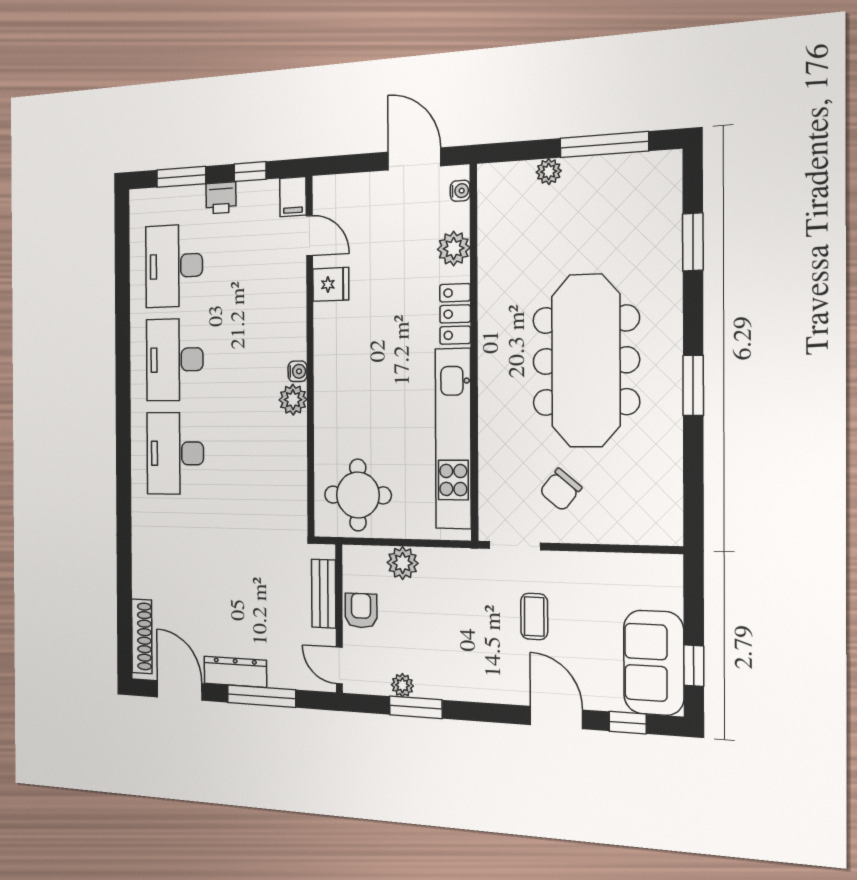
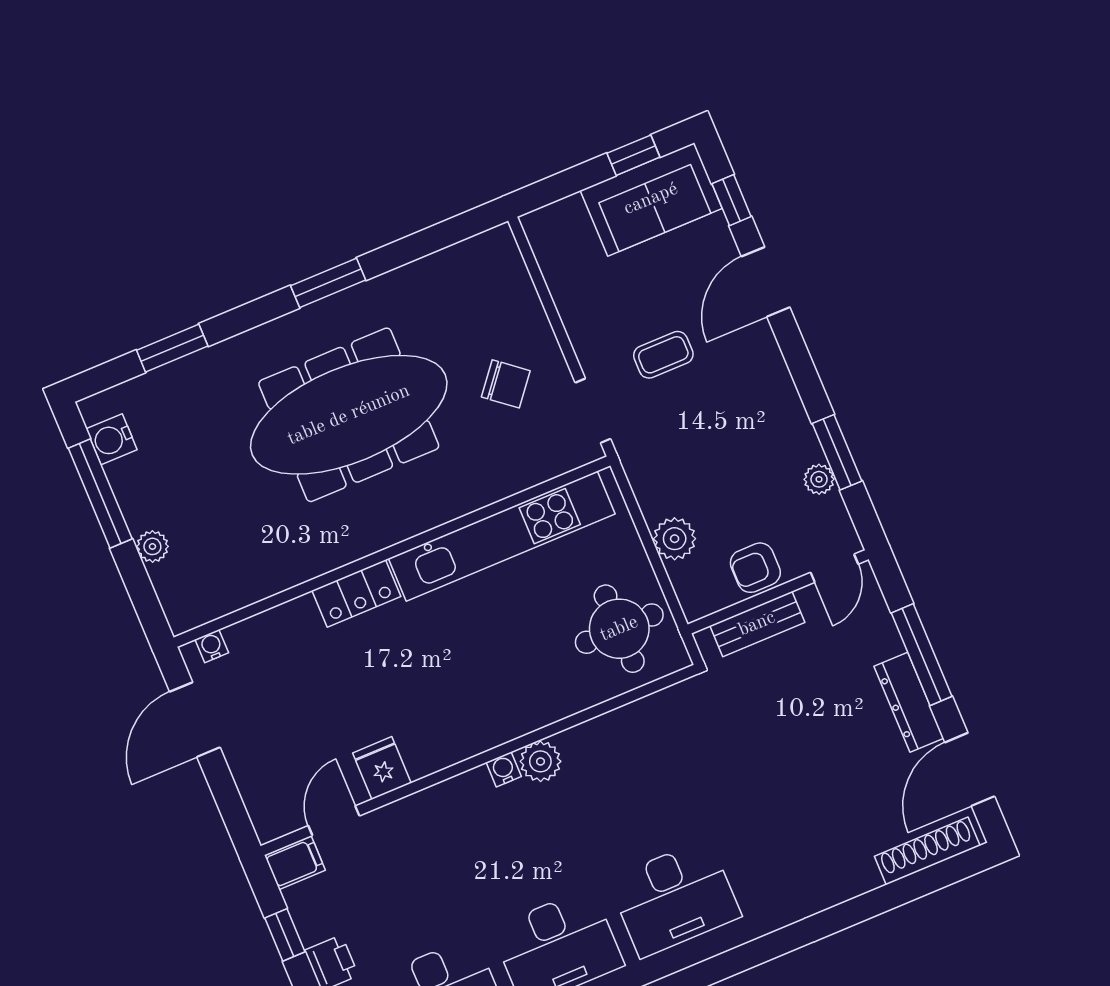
water cooler: (642, 168) -> (112, 439), added
plant: (454, 248) -> (281, 627), removed

